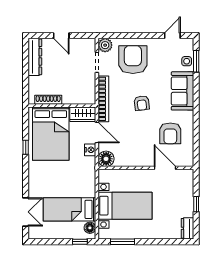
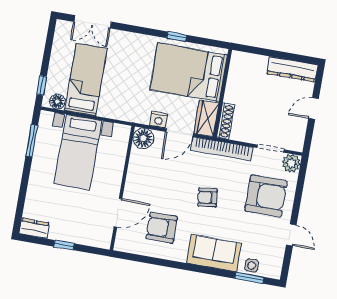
door: (172, 36) -> (291, 235), moved
shoe rack: (48, 100) -> (225, 121), moved

